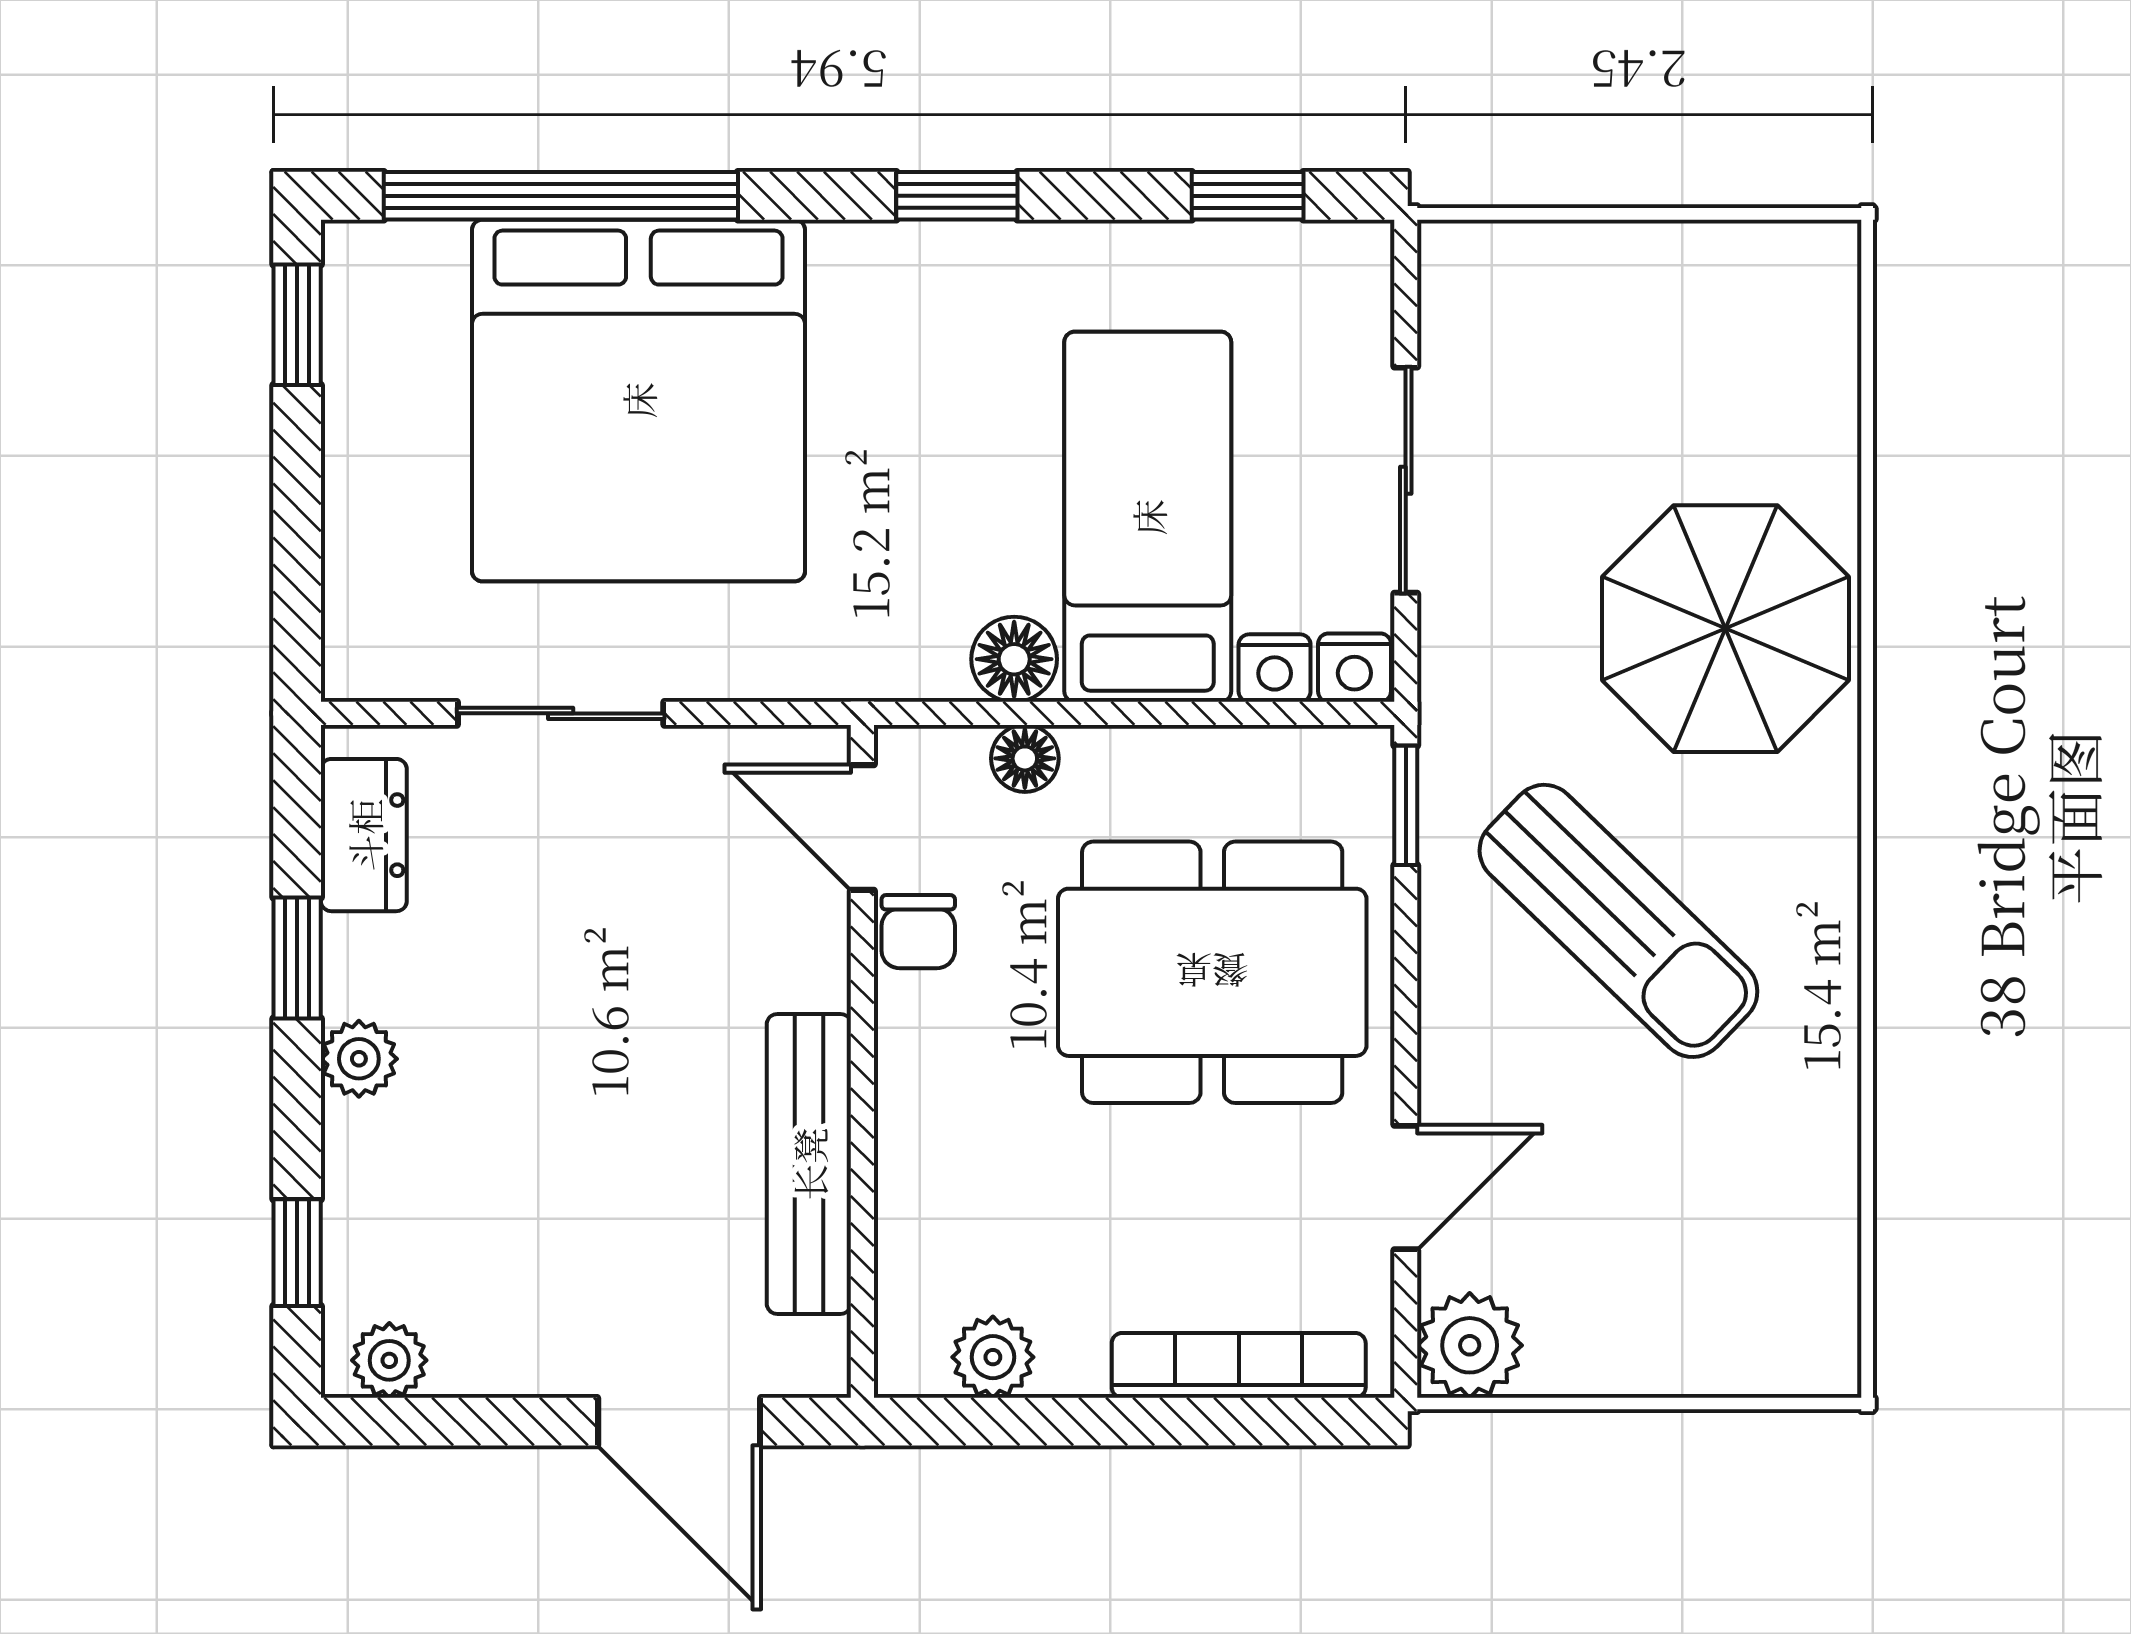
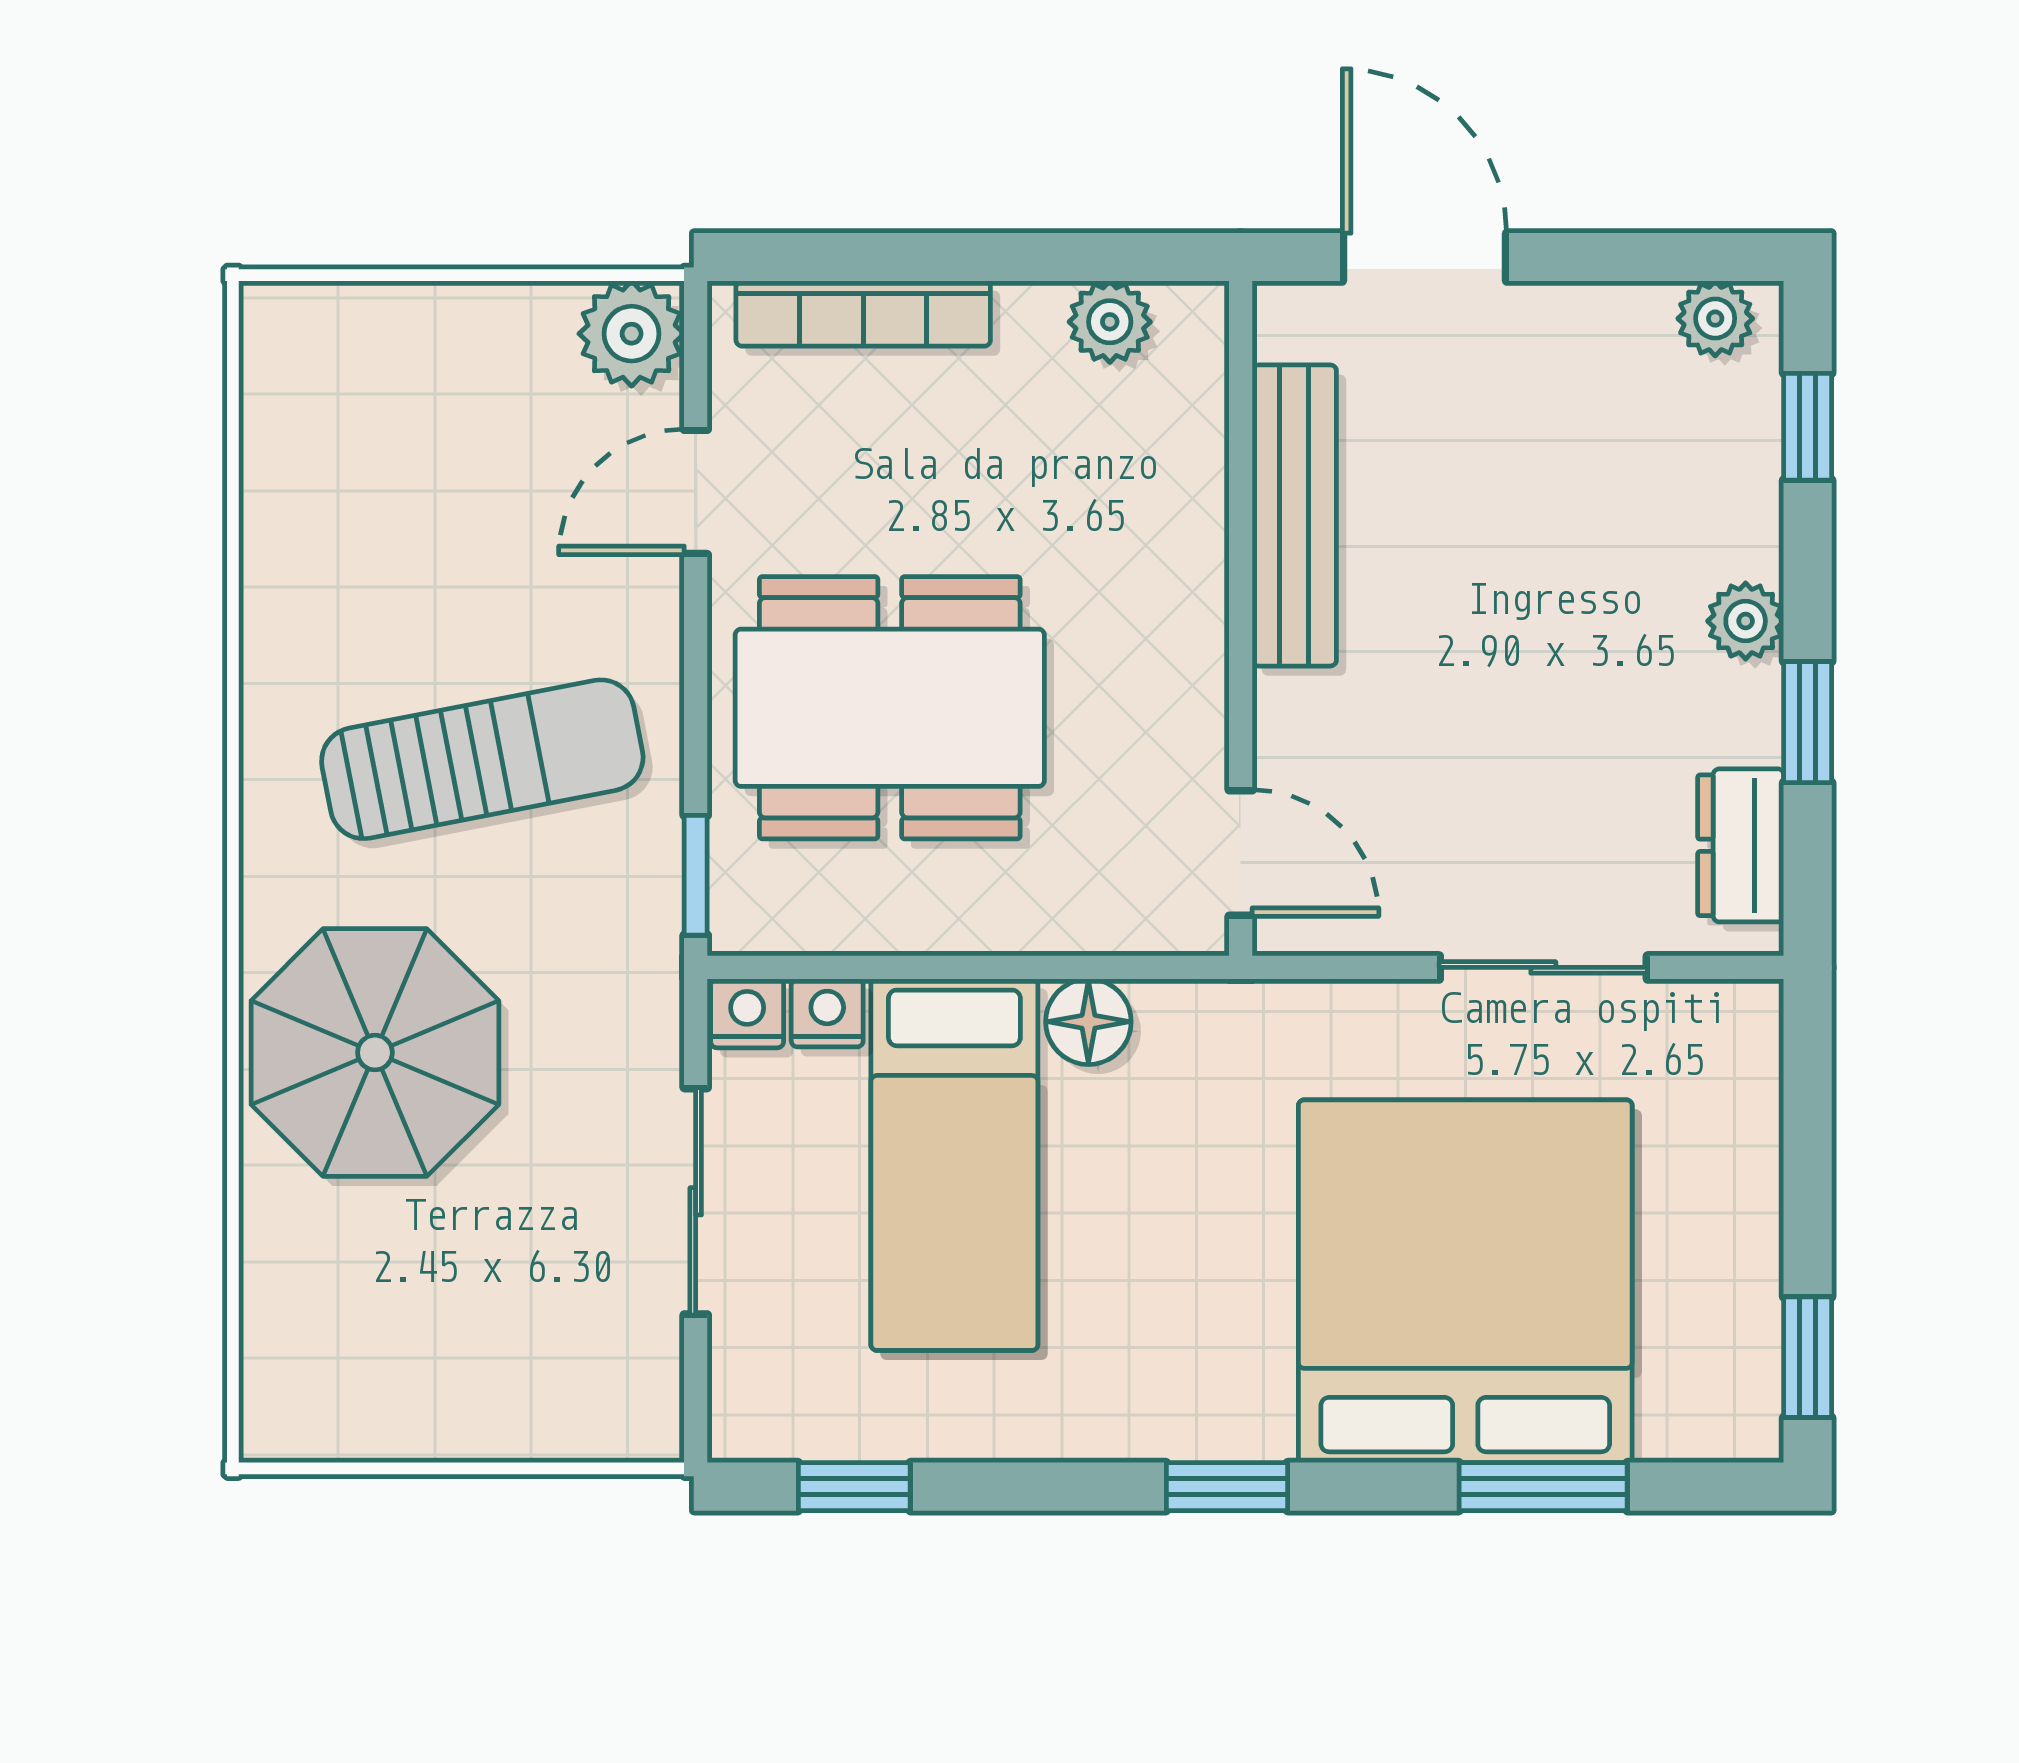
window: (561, 196) -> (1543, 1487), width x0.47
window: (957, 196) -> (1227, 1487), moved
floor lamp: (1025, 758) -> (1078, 922), removed
sun lounger: (1618, 921) -> (482, 759), turned 125
chair: (918, 932) -> (1185, 749), removed

